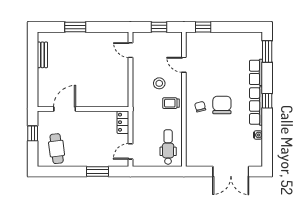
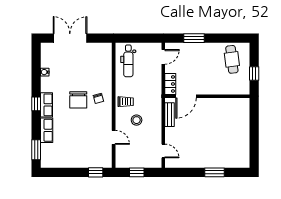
bench: (42, 55) -> (170, 115), moved
row of seats: (256, 106) -> (47, 105), width x0.68
door: (65, 109) -> (186, 96), moved

